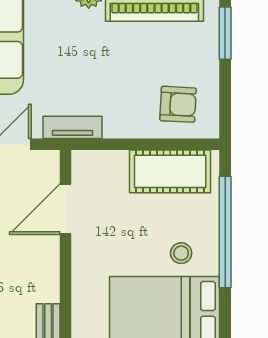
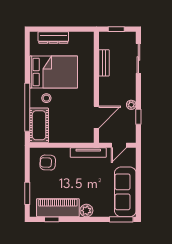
tv unit: (72, 127) -> (88, 153), width x1.41
cot: (170, 171) -> (39, 125), moved, turned 90

